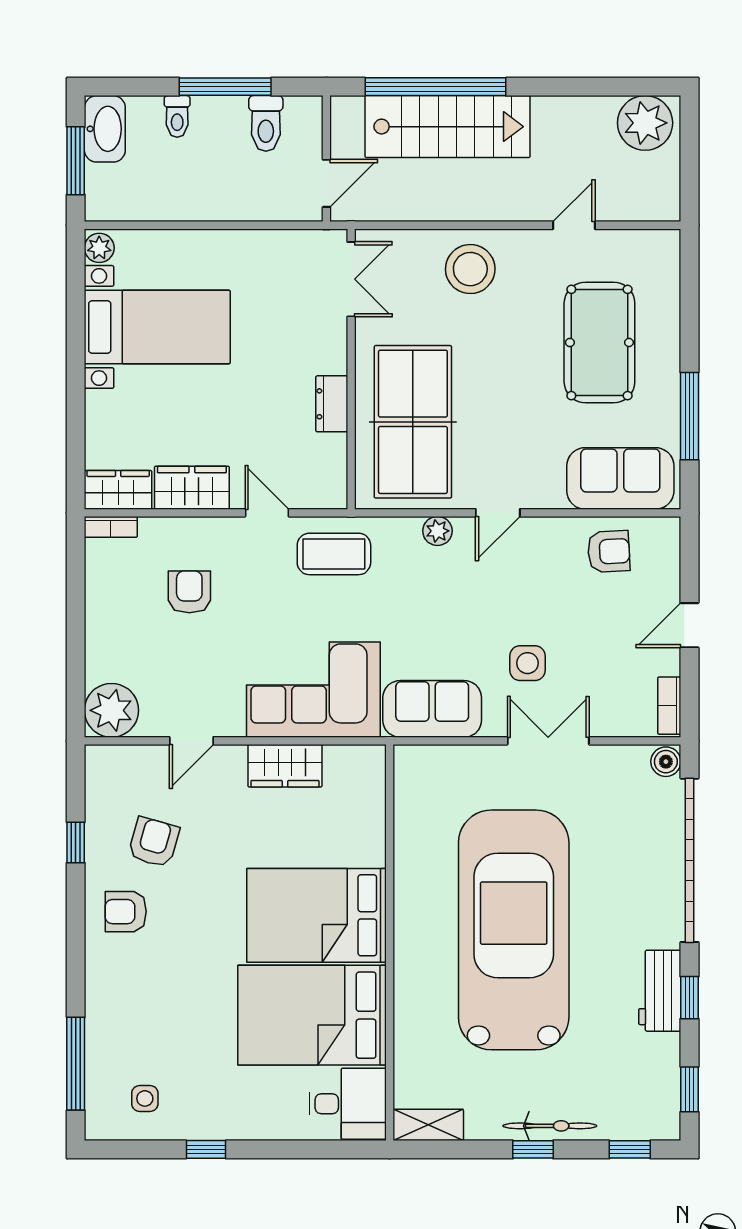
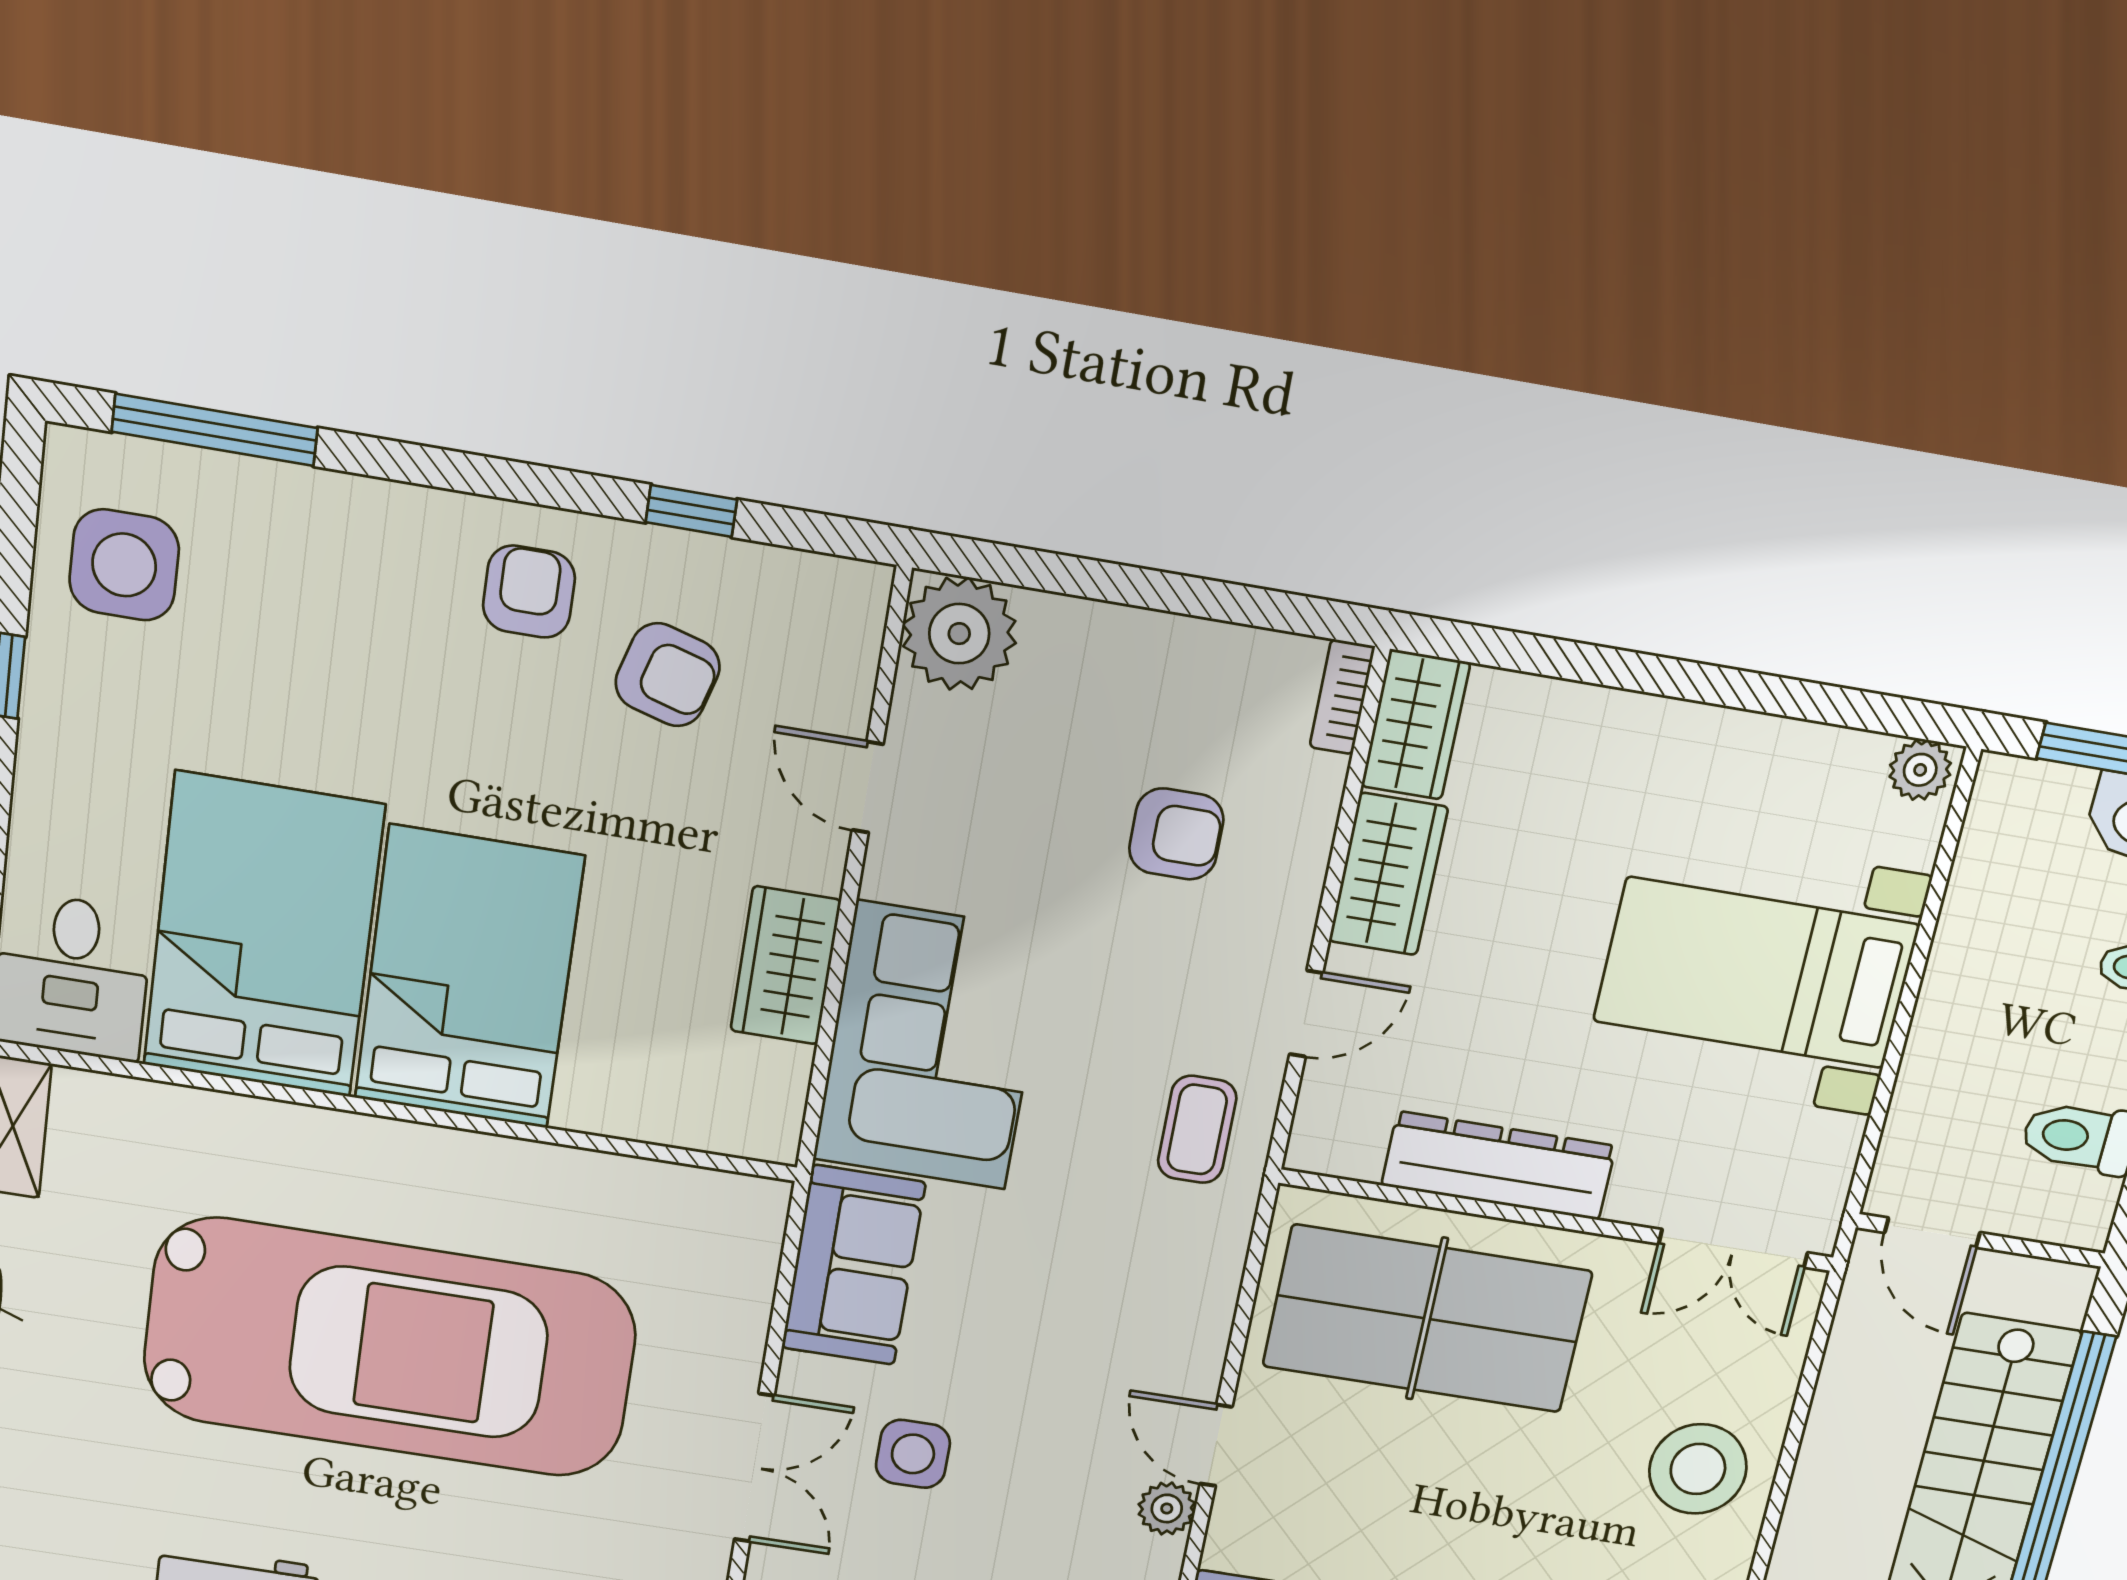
bed with nightstands: (157, 327) -> (1756, 973), moved, turned 90
dresser: (332, 404) -> (1499, 1166), width x1.96, depth x1.24
plant: (437, 531) -> (1167, 1509), moved
coffee table: (334, 554) -> (1197, 1129), width x0.73, depth x0.77
side table: (145, 1098) -> (124, 565), width x1.87, depth x1.87

